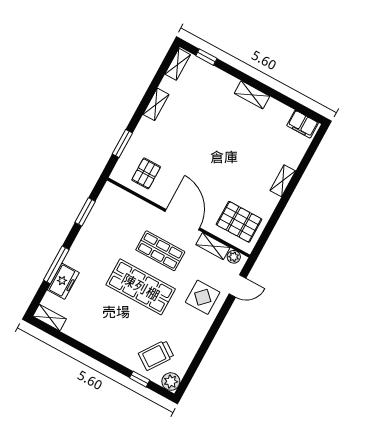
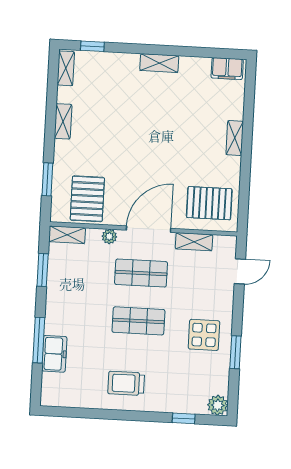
pallet: (146, 173) -> (87, 199), width x1.50, depth x1.42
door: (182, 220) -> (149, 229), hinge flipped
plant: (234, 257) -> (109, 236), moved
shop shelf: (141, 287) -> (138, 321), width x0.70, depth x0.74
display table: (203, 297) -> (204, 335), moved
shelving: (50, 318) -> (67, 235), moved
window: (204, 347) -> (235, 352), added
trolley: (156, 355) -> (126, 383), moved, turned 55

